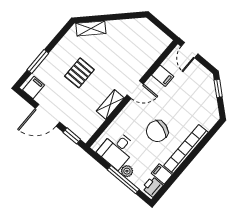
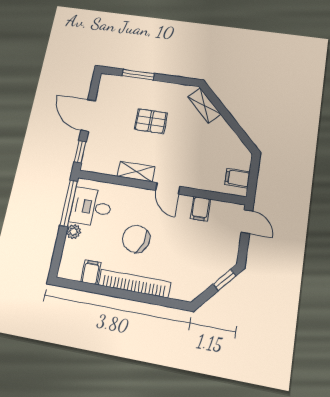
door: (190, 50) -> (247, 222), swing flipped
filing cabinet: (34, 88) -> (237, 178), moved, turned 180
window: (123, 180) -> (69, 203), moved
printer: (152, 187) -> (71, 270), removed

